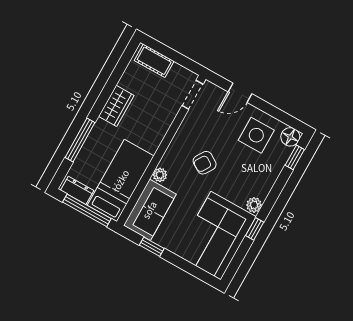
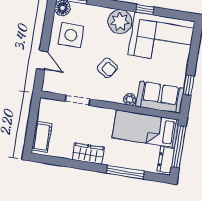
doorway: (192, 95) -> (78, 100), moved
plant: (254, 205) -> (120, 21), width x1.88, depth x1.88

